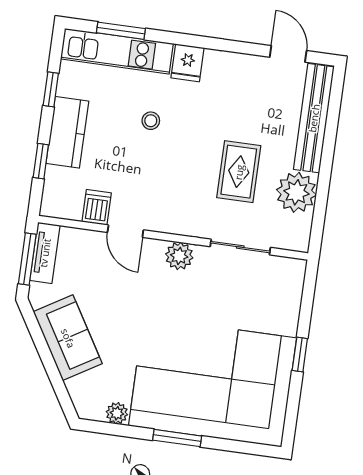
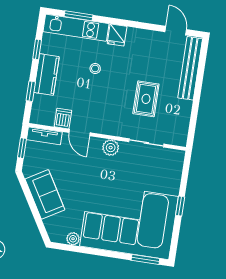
plant: (296, 192) -> (179, 111), removed
tv unit: (45, 253) -> (44, 136), moved, turned 90
window: (27, 259) -> (22, 148), width x0.67
window: (177, 438) -> (145, 259), moved

